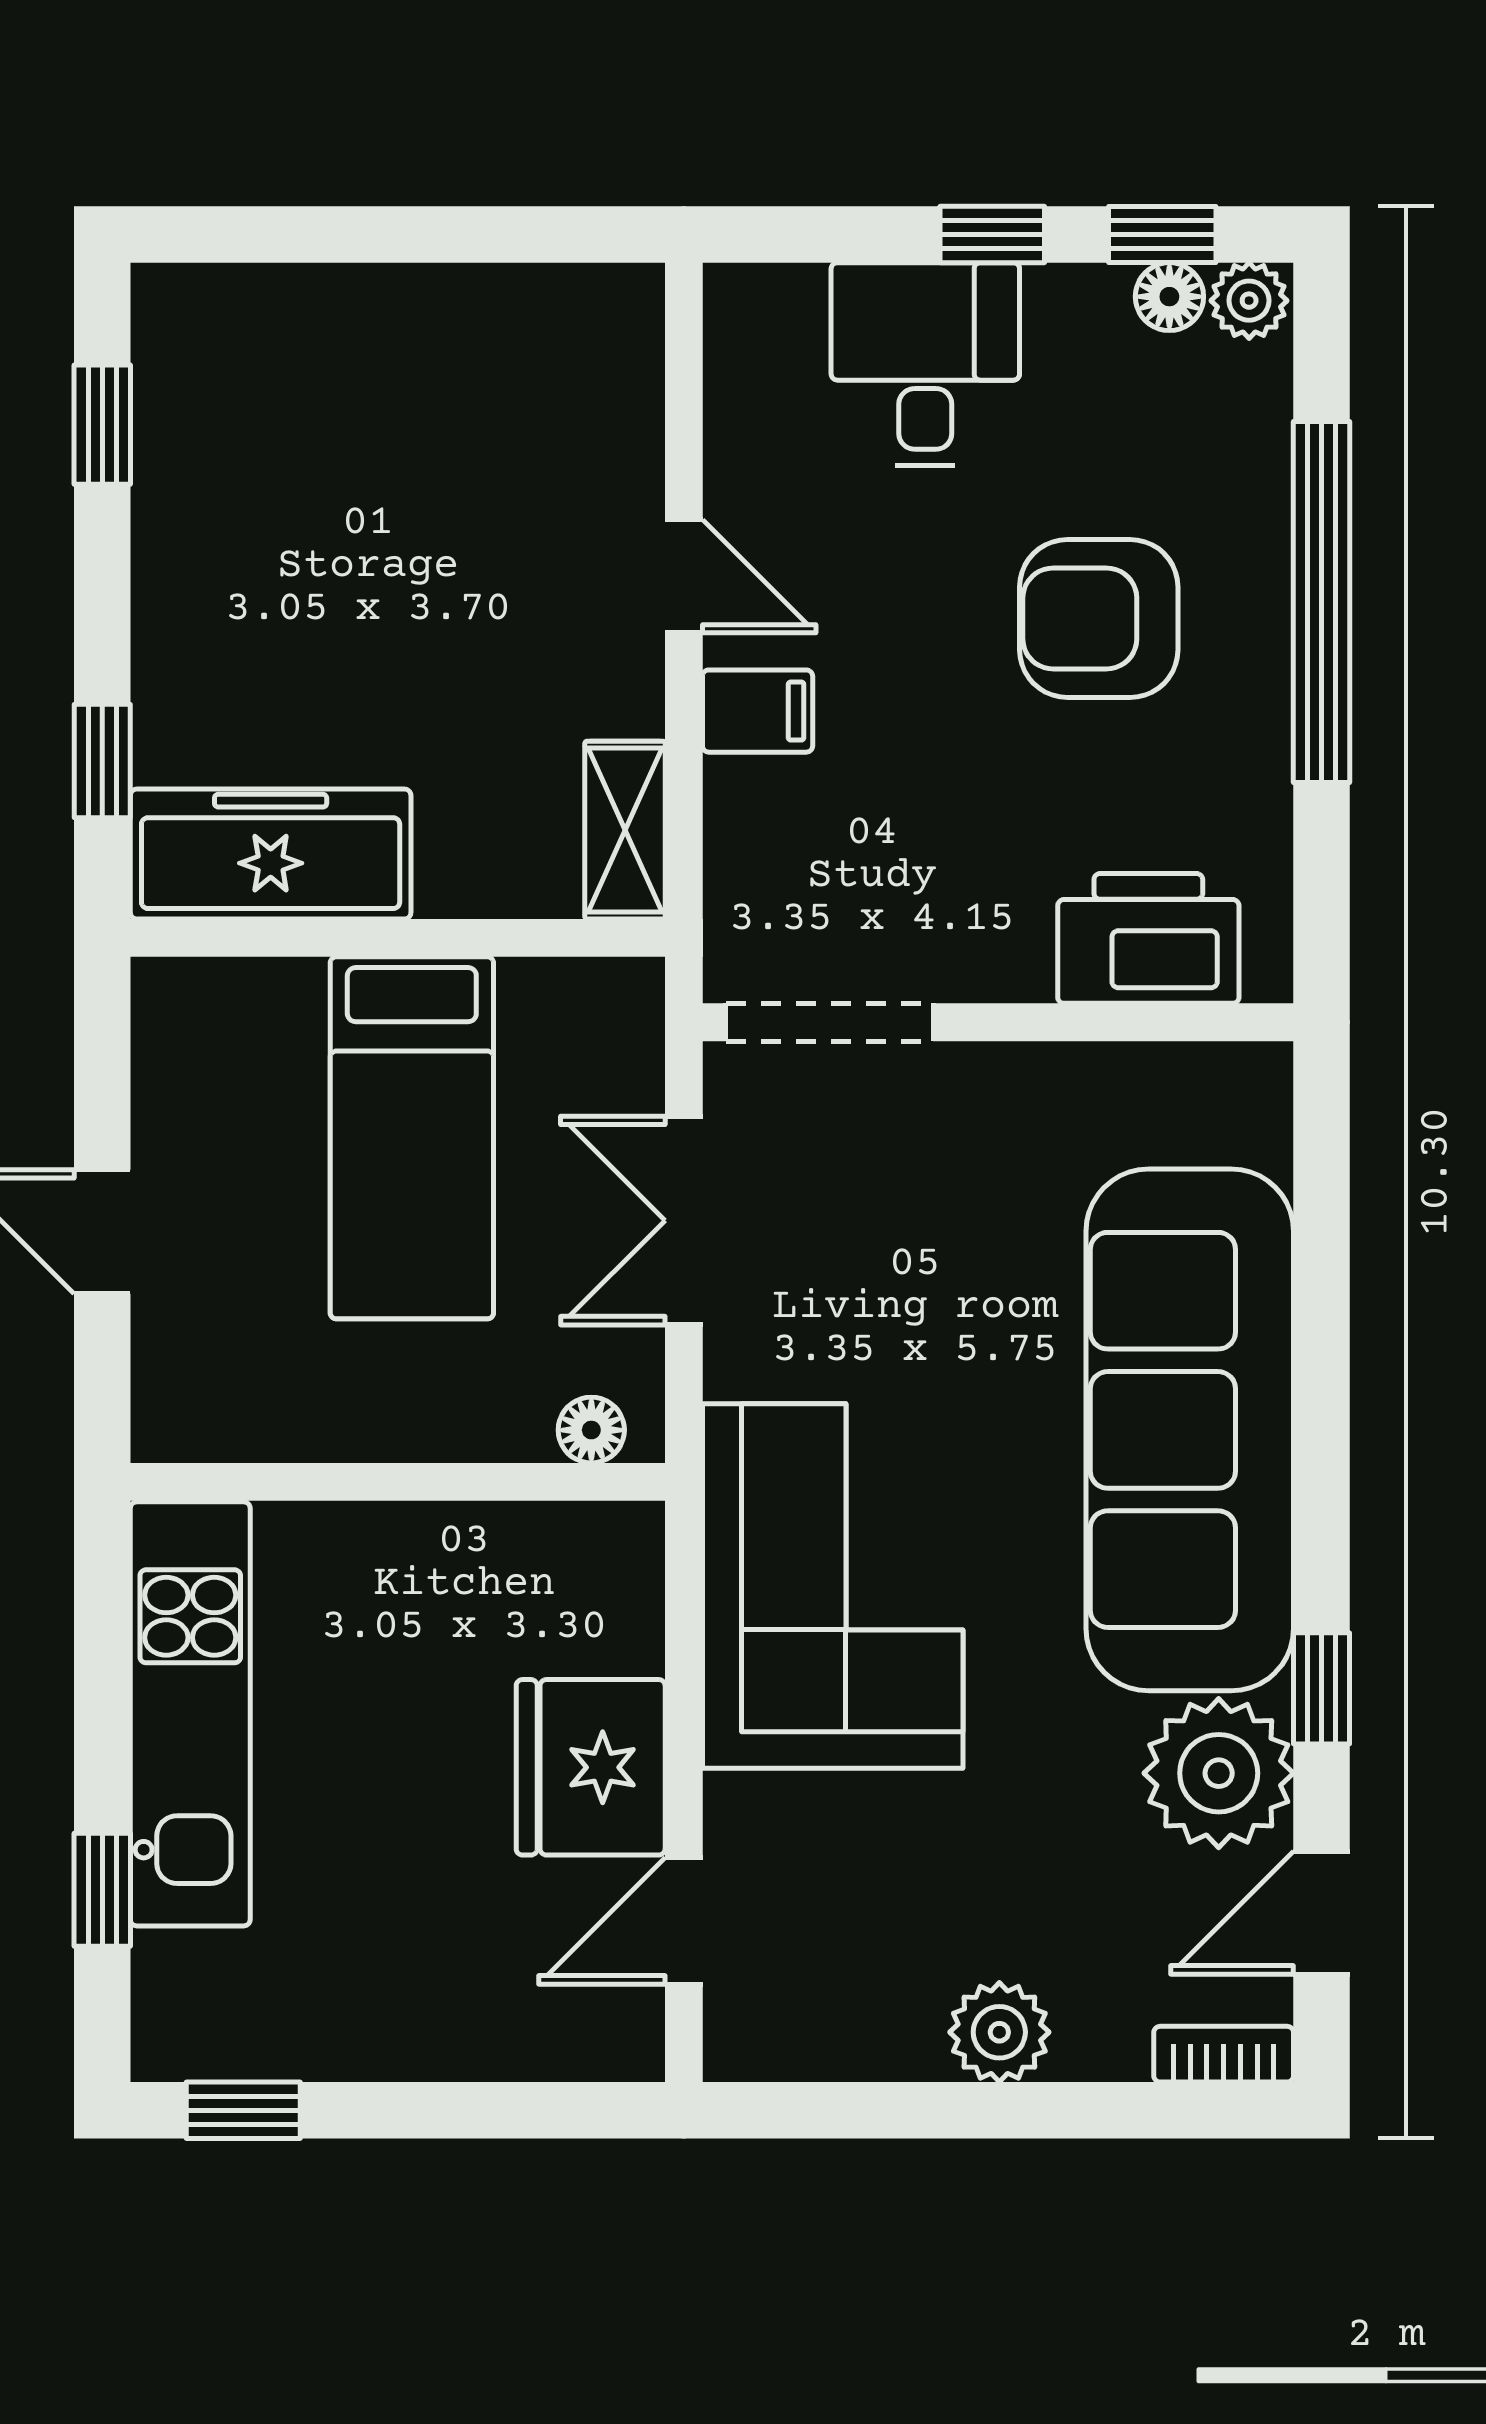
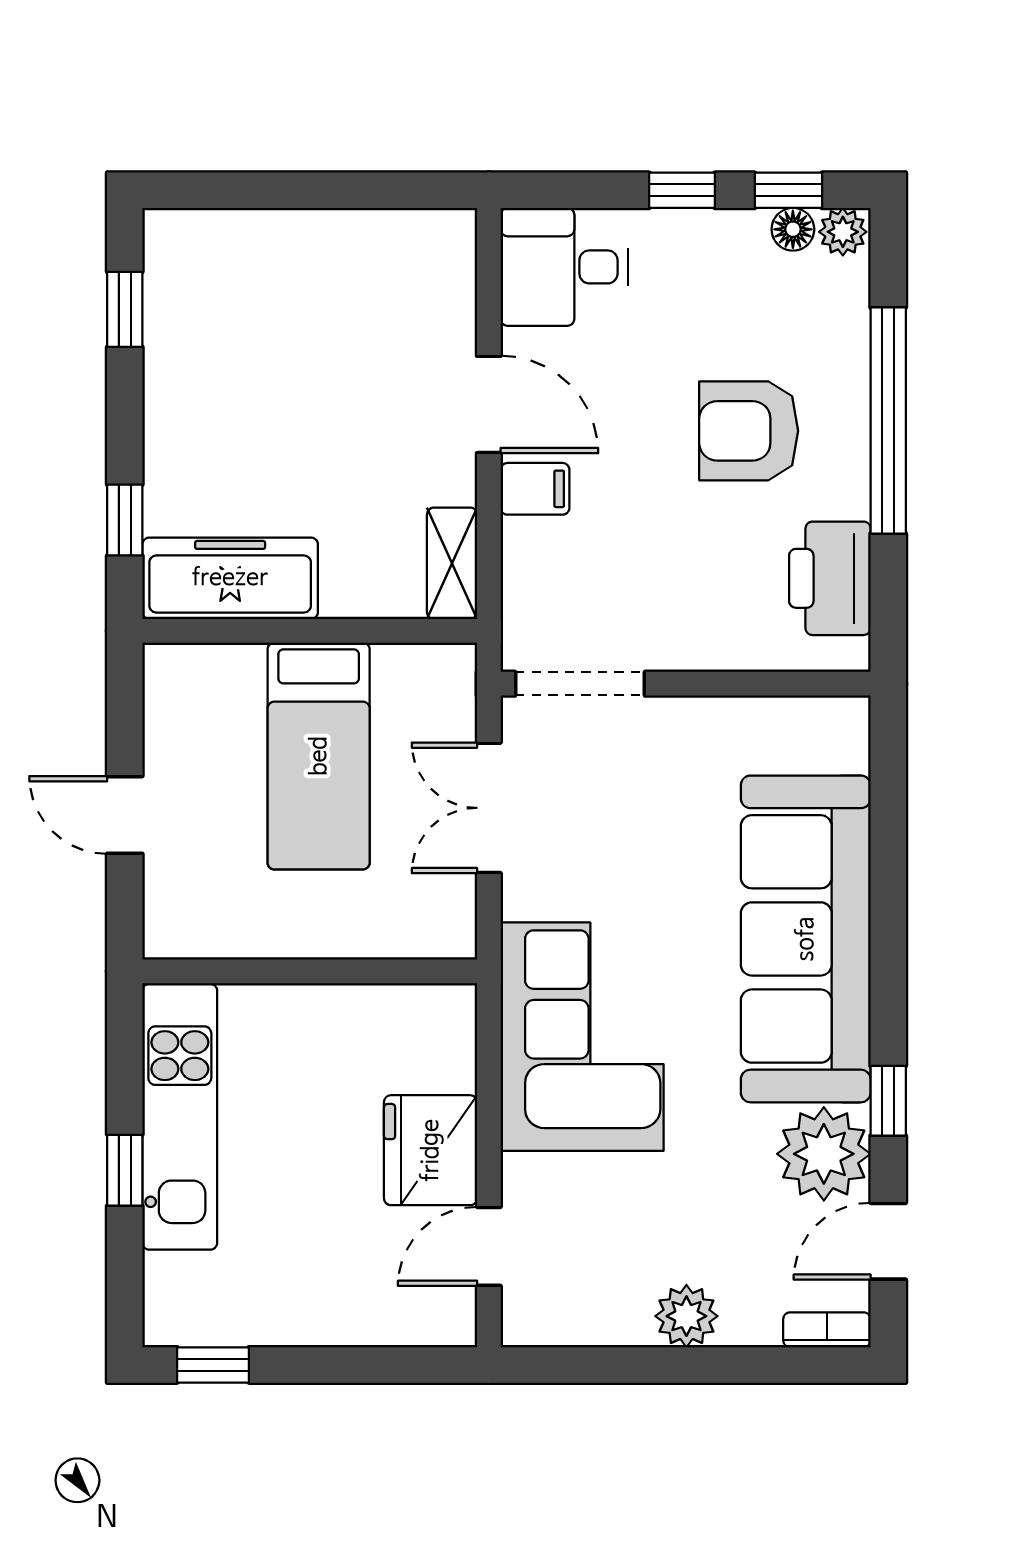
desk: (925, 364) -> (564, 267), moved, turned -90
door: (684, 576) -> (489, 404), width x1.38
printer: (1148, 938) -> (830, 578), moved, turned -90
floor lamp: (591, 1430) -> (431, 939), removed
window: (102, 1890) -> (125, 1170), moved

